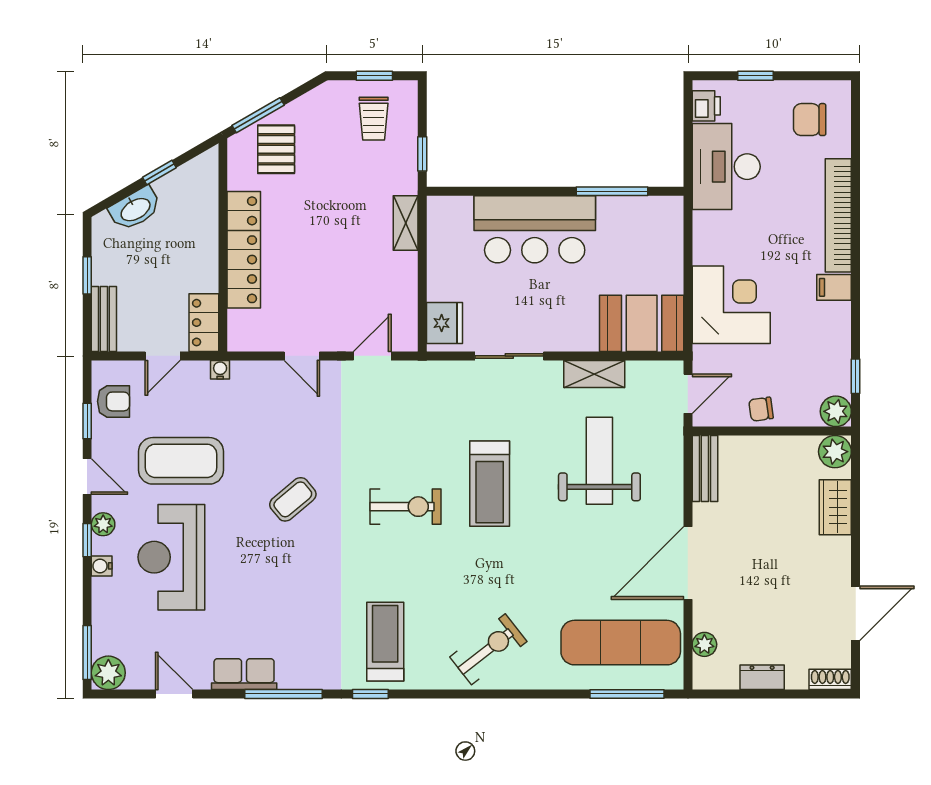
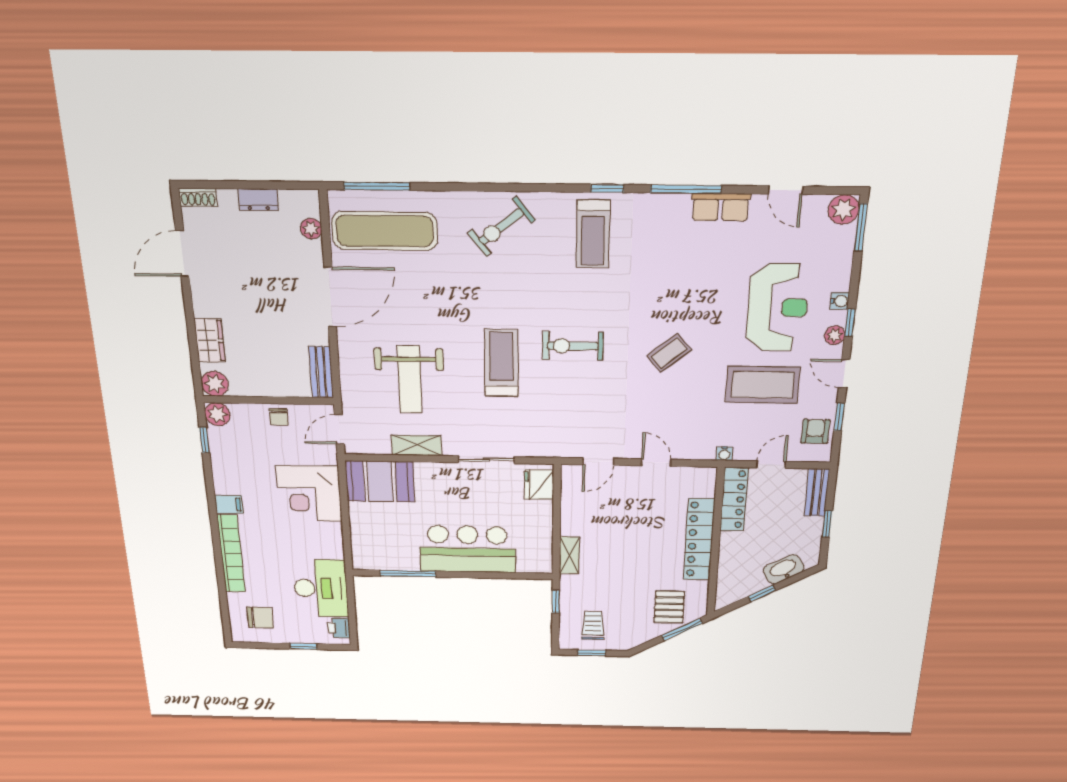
locker: (204, 323) -> (734, 499), width x1.53
armchair: (113, 401) -> (815, 431), turned 90
chair: (761, 409) -> (279, 417), turned 98

